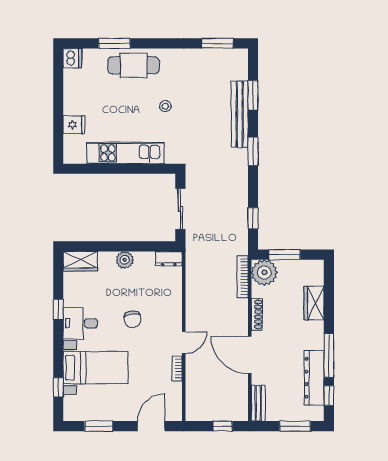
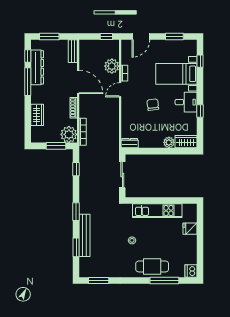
window: (114, 43) -> (164, 280), width x1.44
plant: (125, 260) -> (169, 142), moved
plant: (197, 380) -> (112, 66), added
window: (223, 426) -> (106, 37), moved

